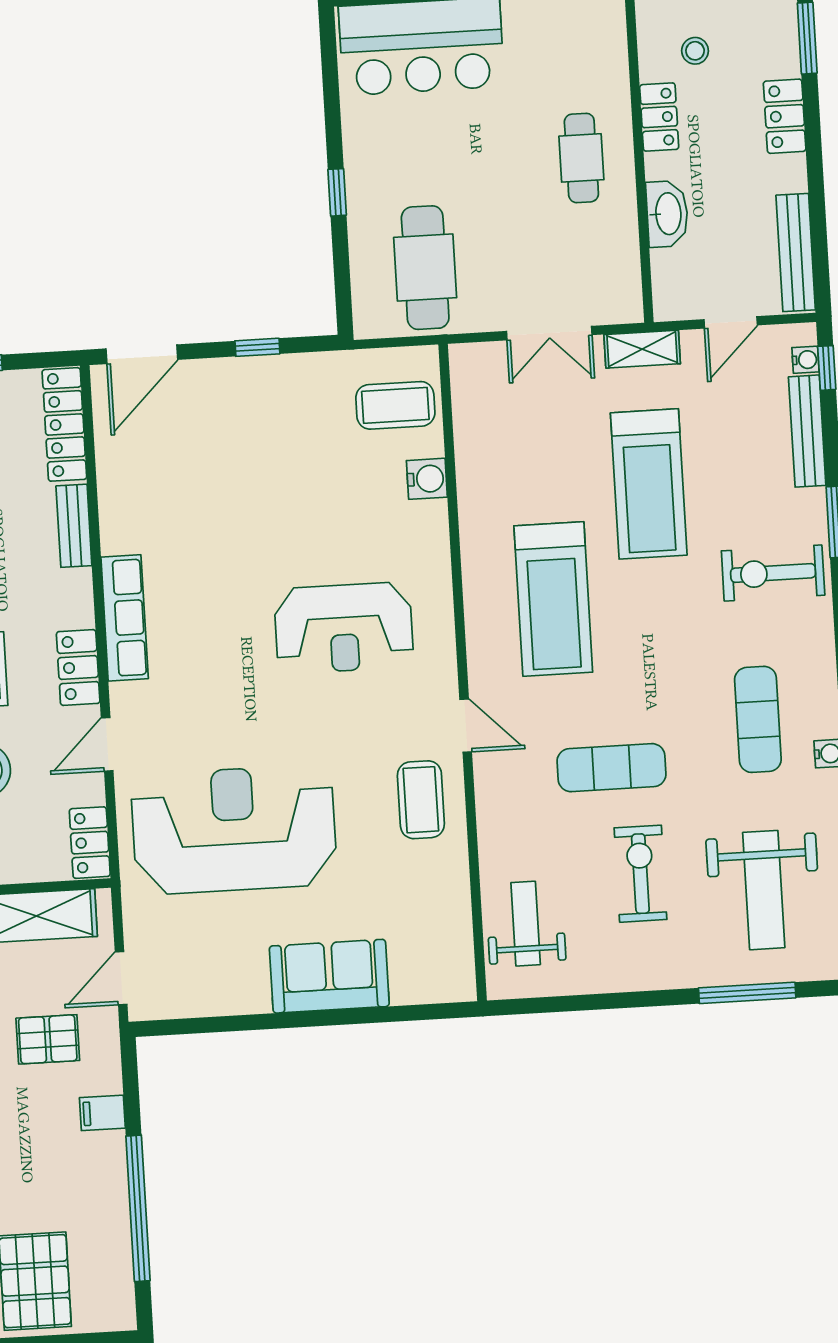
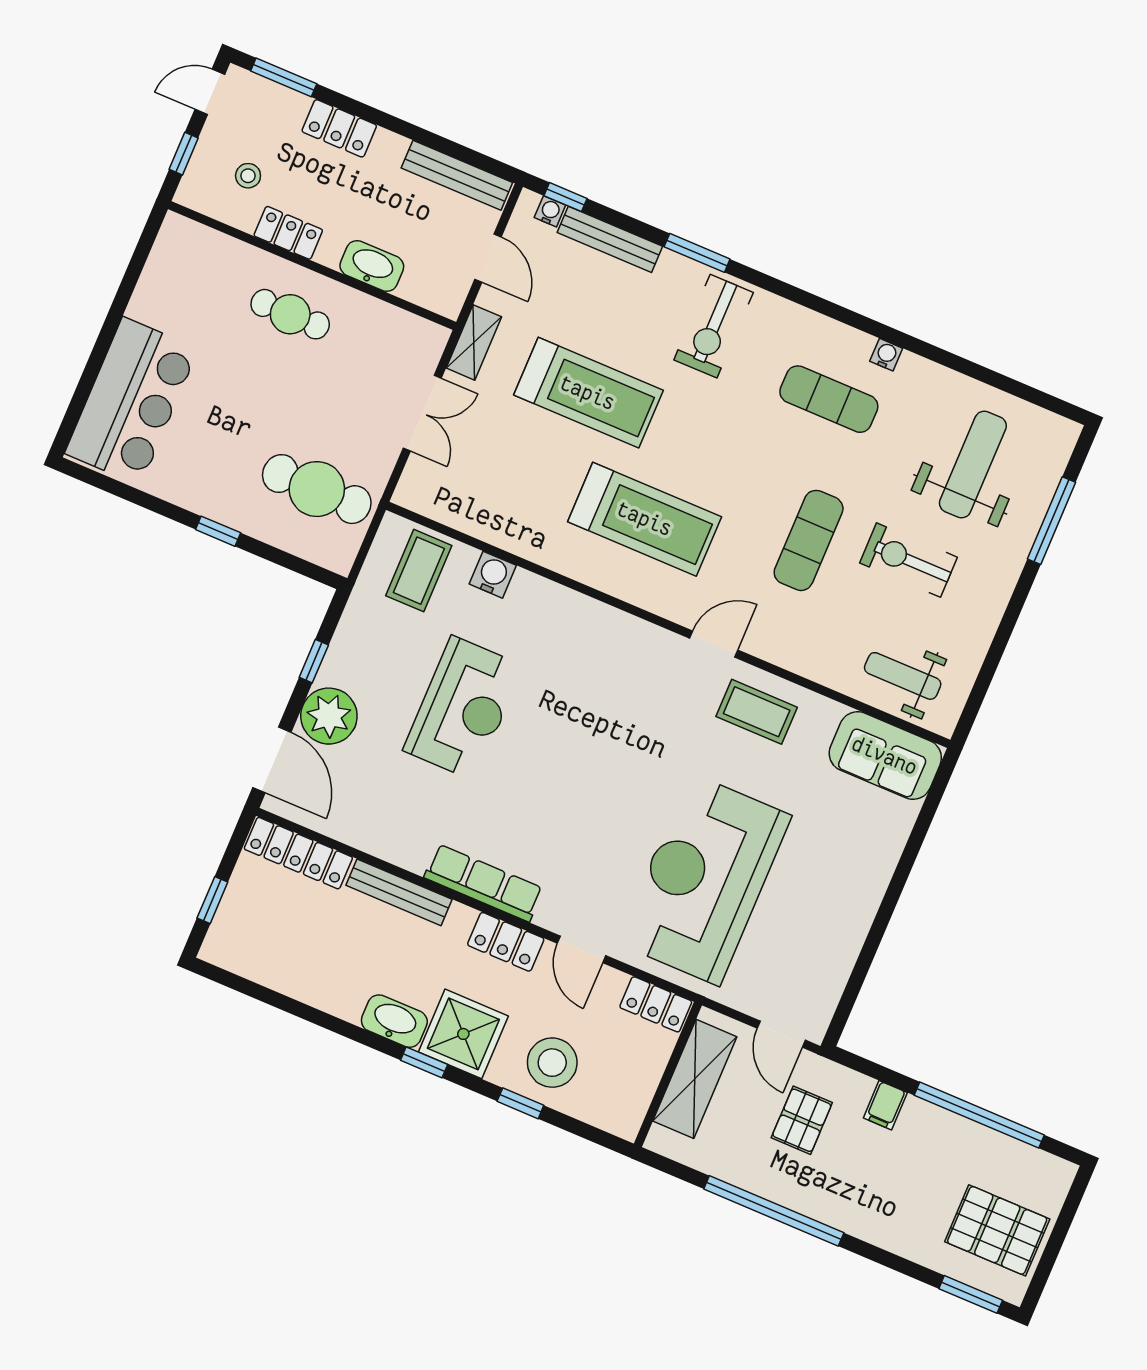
plant: (212, 388) -> (329, 716), added
bench: (74, 526) -> (399, 892), width x1.36
reception desk: (344, 628) -> (463, 708), moved
weight bench: (764, 890) -> (973, 464), turned -90
sofa: (329, 976) -> (885, 756), moved, turned -90

